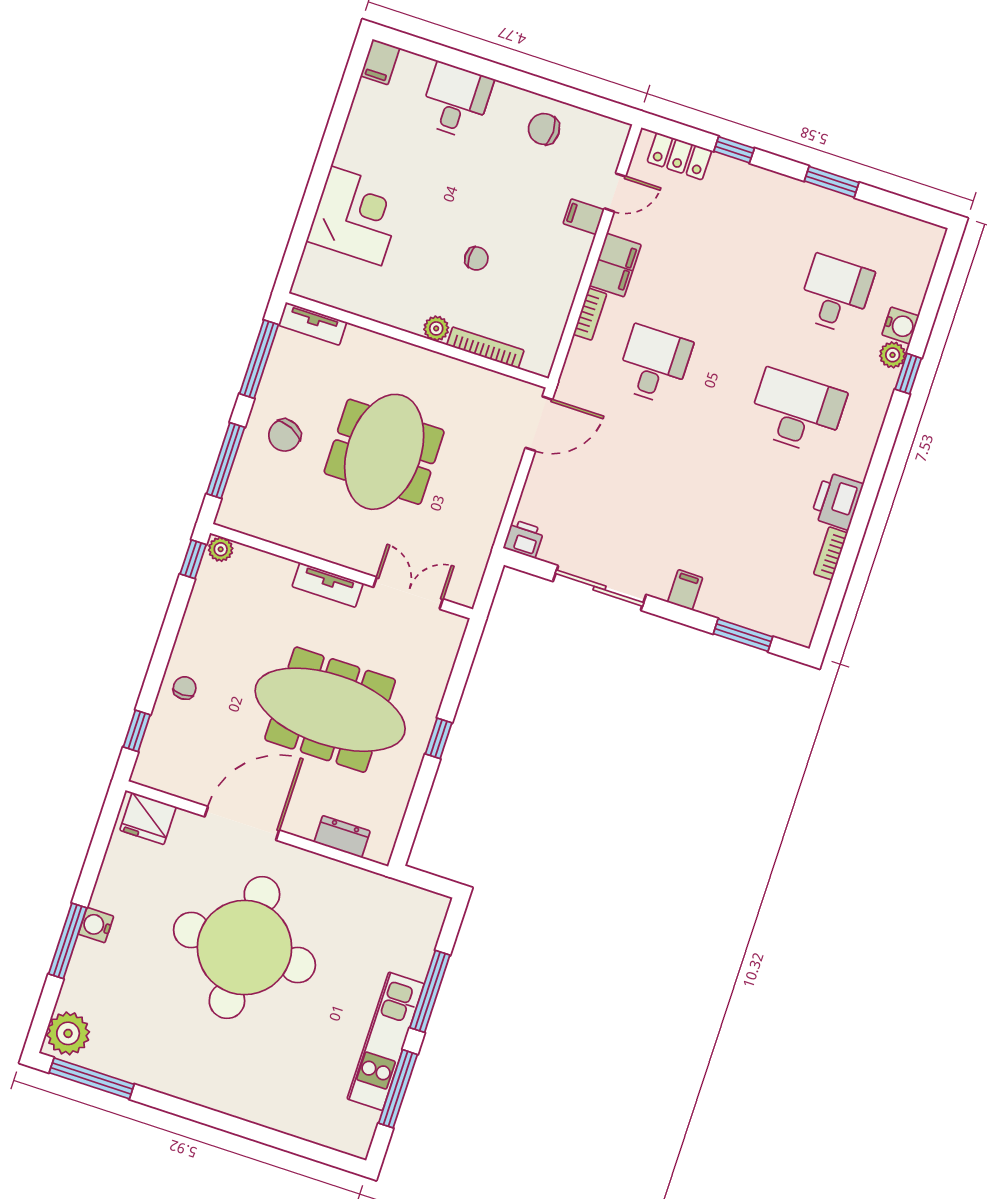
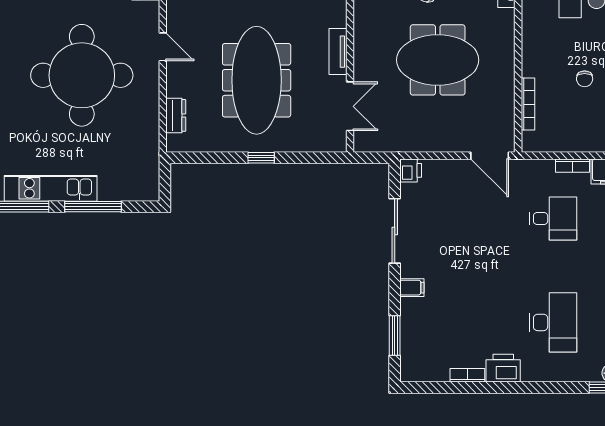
plant: (436, 328) -> (530, 68), removed
door: (242, 823) -> (163, 47), width x0.53

